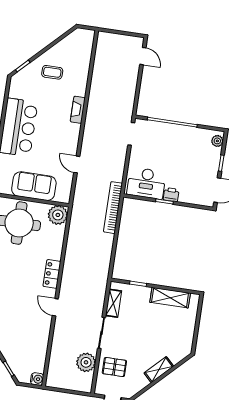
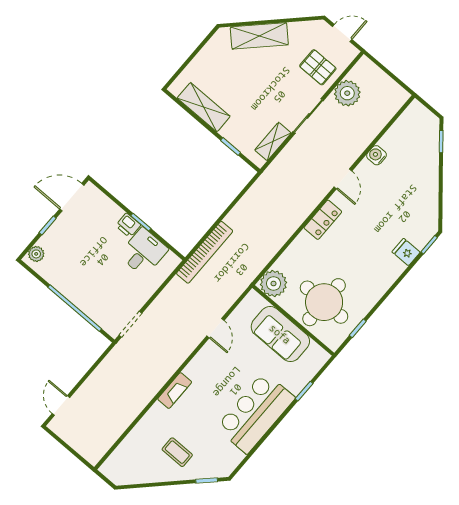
desk: (146, 183) -> (143, 252), width x0.73
shelving: (159, 370) -> (259, 36), width x1.50, depth x1.33
water cooler: (37, 379) -> (376, 155), moved

